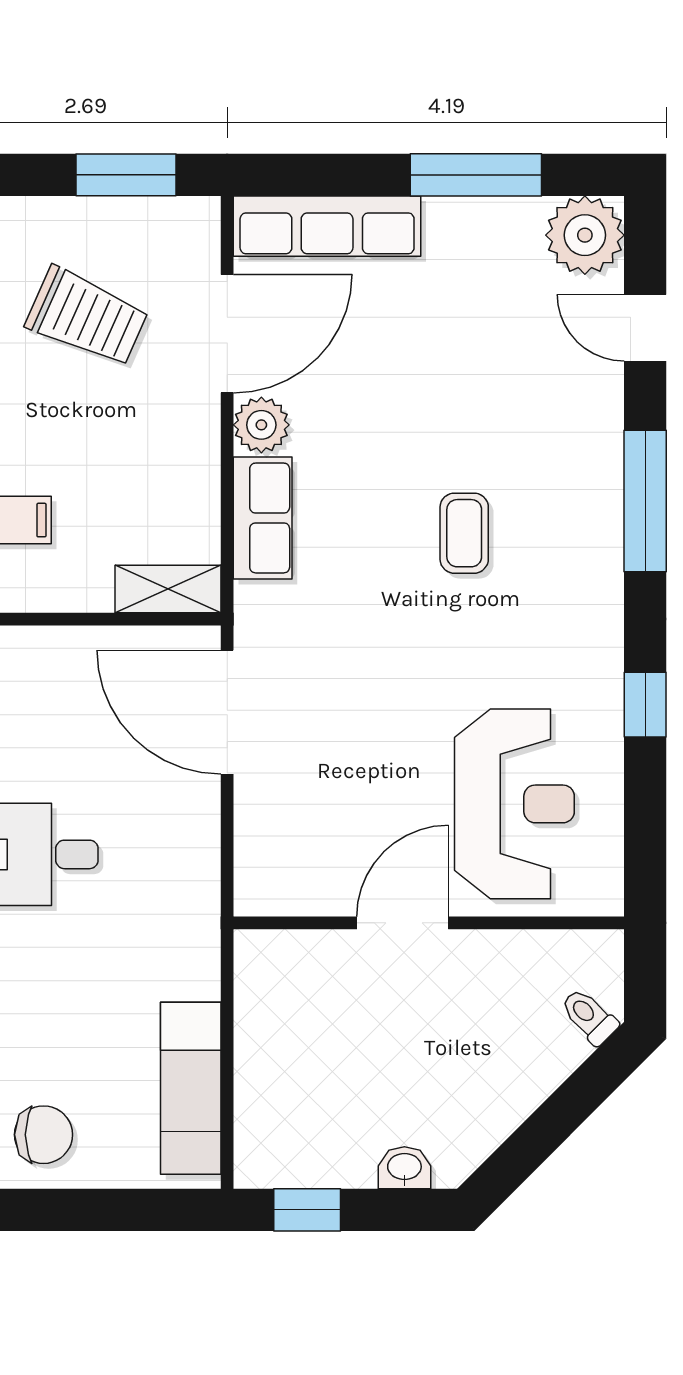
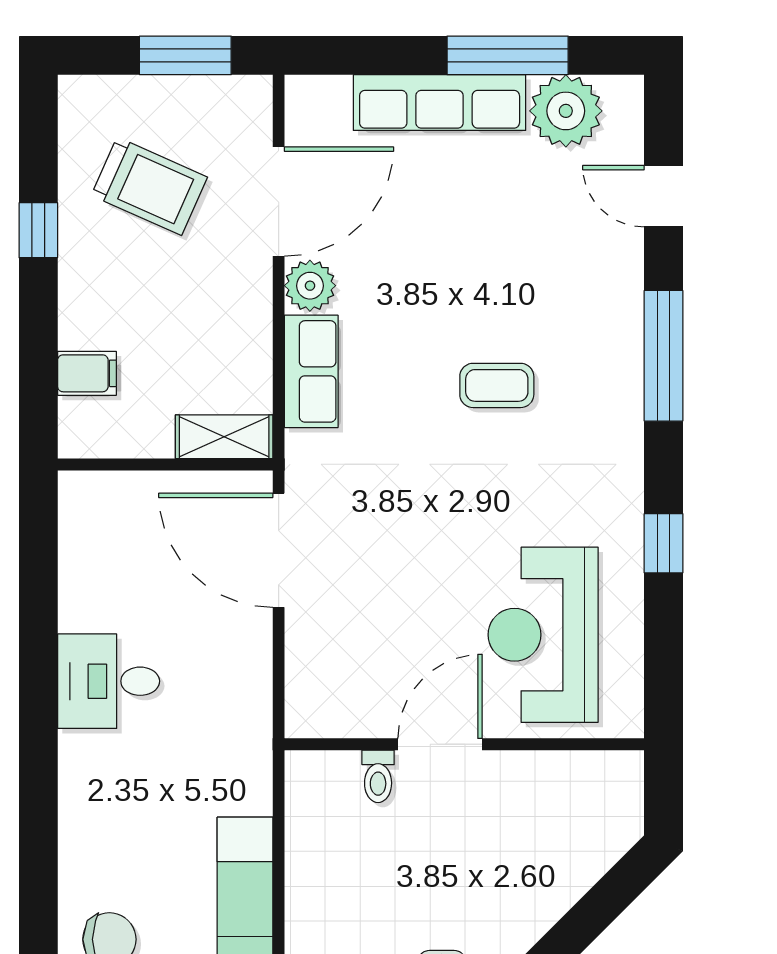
row of seats: (327, 226) -> (440, 103), moved
plant: (585, 235) -> (566, 111), moved
coffee table: (464, 533) -> (497, 385), turned 90
reception desk: (514, 804) -> (543, 635), turned 180
toilet: (589, 1016) -> (378, 776), moved, turned -135

